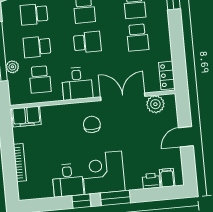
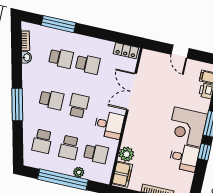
plant: (155, 104) -> (126, 154), moved
chair: (92, 124) -> (146, 124), removed

